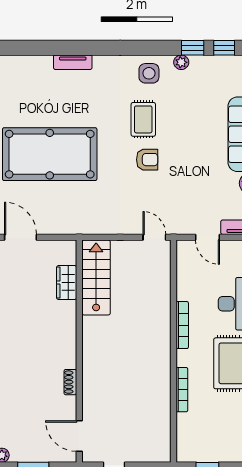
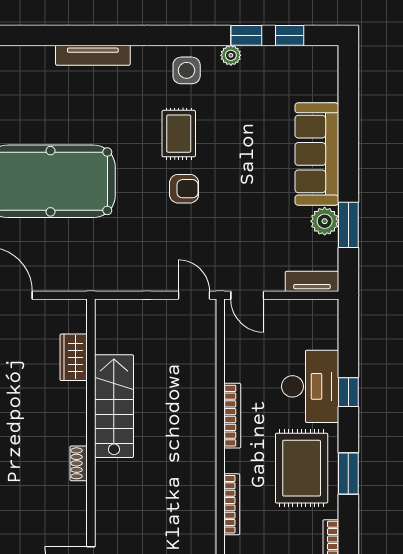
tv unit: (73, 62) -> (93, 55), width x1.41
door: (208, 237) -> (247, 295), moved
stairs: (96, 277) -> (114, 406), moved
shoe rack: (70, 382) -> (79, 463), moved

